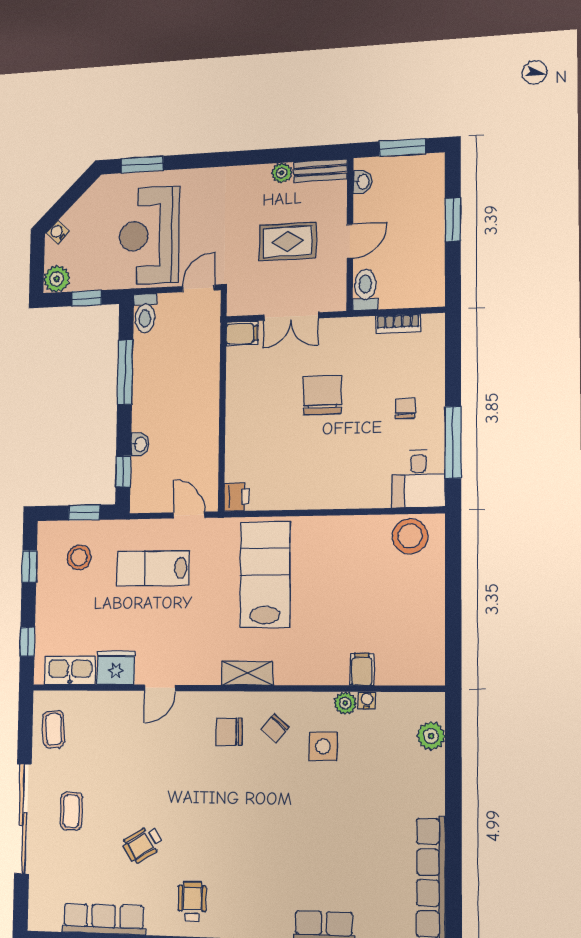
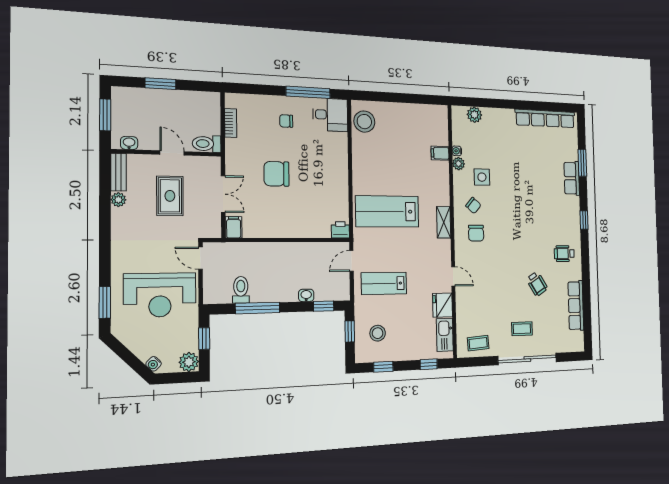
toilet: (145, 313) -> (241, 290), moved, turned -90
lab bench: (153, 568) -> (384, 283), turned 90

